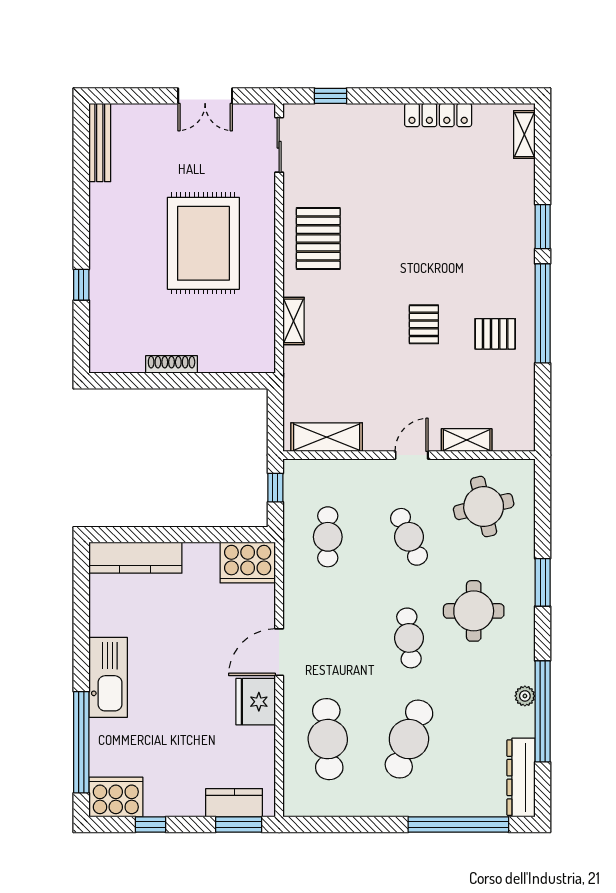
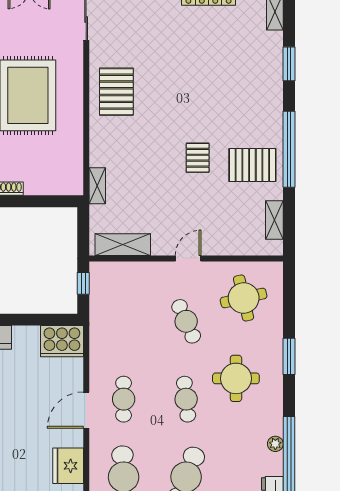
window: (543, 227) -> (289, 64), moved
shelving: (294, 321) -> (97, 186), moved
pallet: (495, 334) -> (252, 165), width x1.50, depth x1.42
shelving: (467, 440) -> (274, 220), moved, turned 90
cafe table: (328, 537) -> (124, 399), moved
fridge: (256, 702) -> (68, 466), moved

